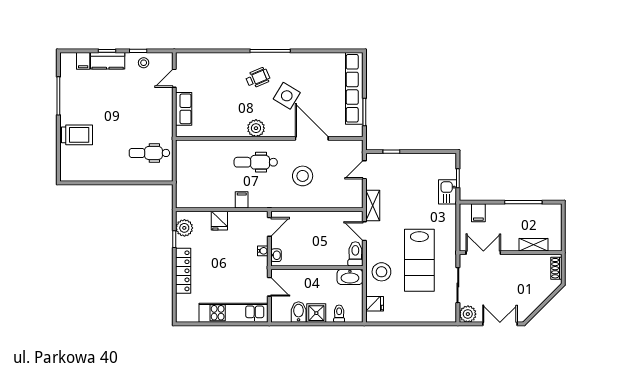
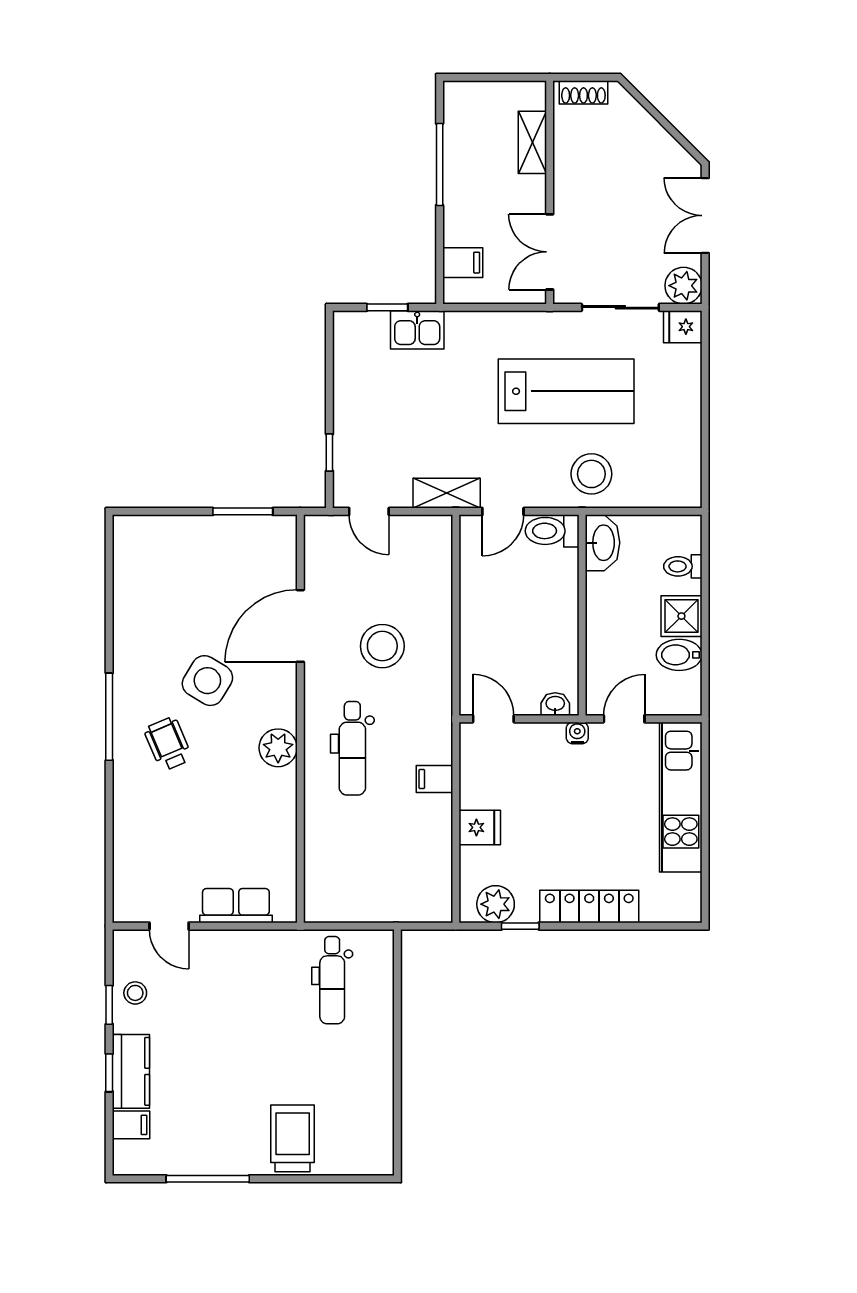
row of seats: (354, 88) -> (191, 533), removed
water cooler: (263, 251) -> (577, 733), moved
fridge: (375, 304) -> (683, 327), moved, turned -90

